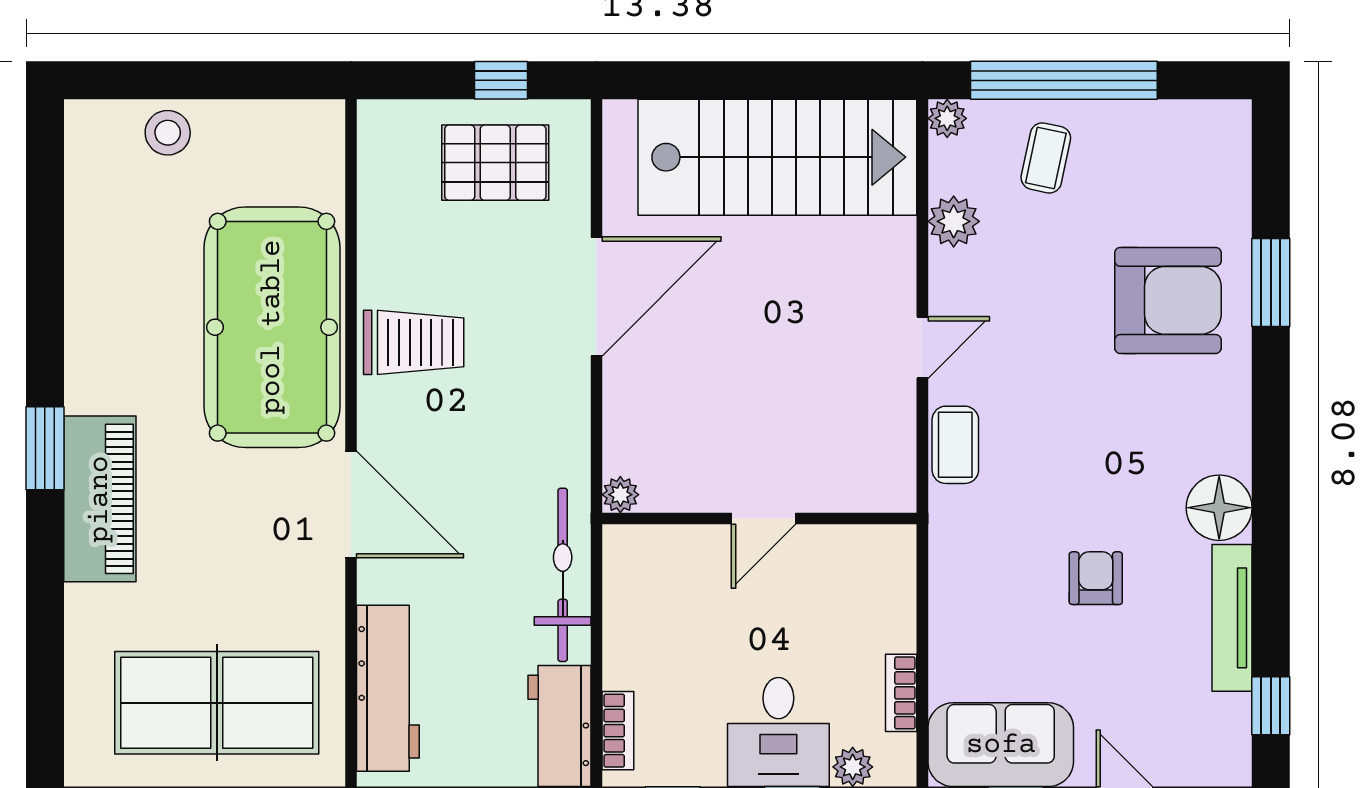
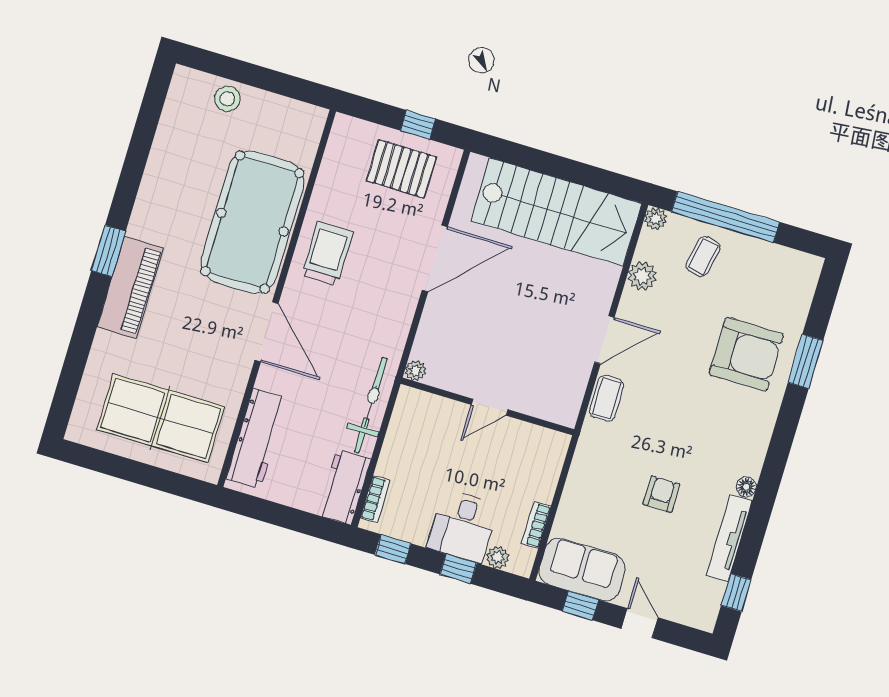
trolley: (414, 342) -> (327, 254), turned -90
door: (922, 348) -> (604, 340), width x1.38
floor lamp: (1219, 508) -> (746, 487), width x0.53, depth x0.53

